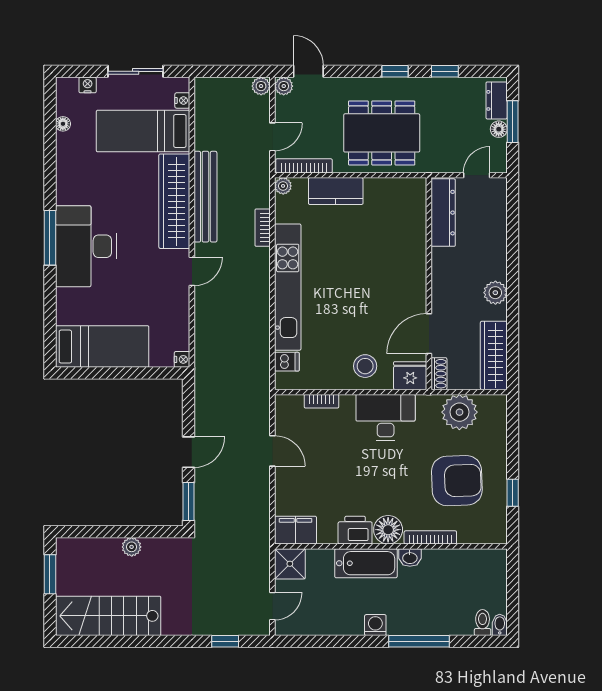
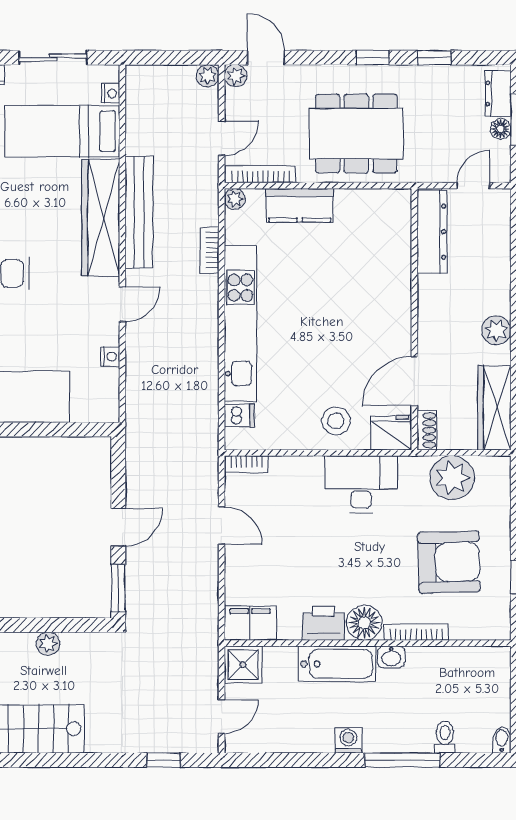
nightstand: (182, 359) -> (110, 357), moved
bookcase: (321, 401) -> (247, 464), moved
toilet: (483, 623) -> (445, 737), moved

